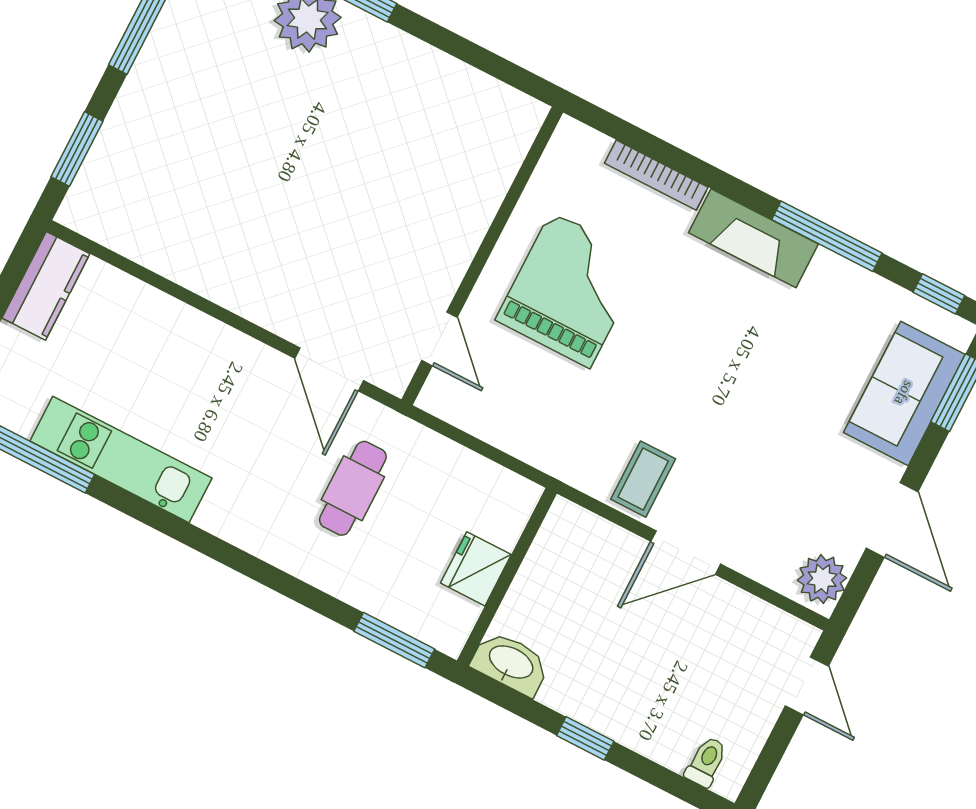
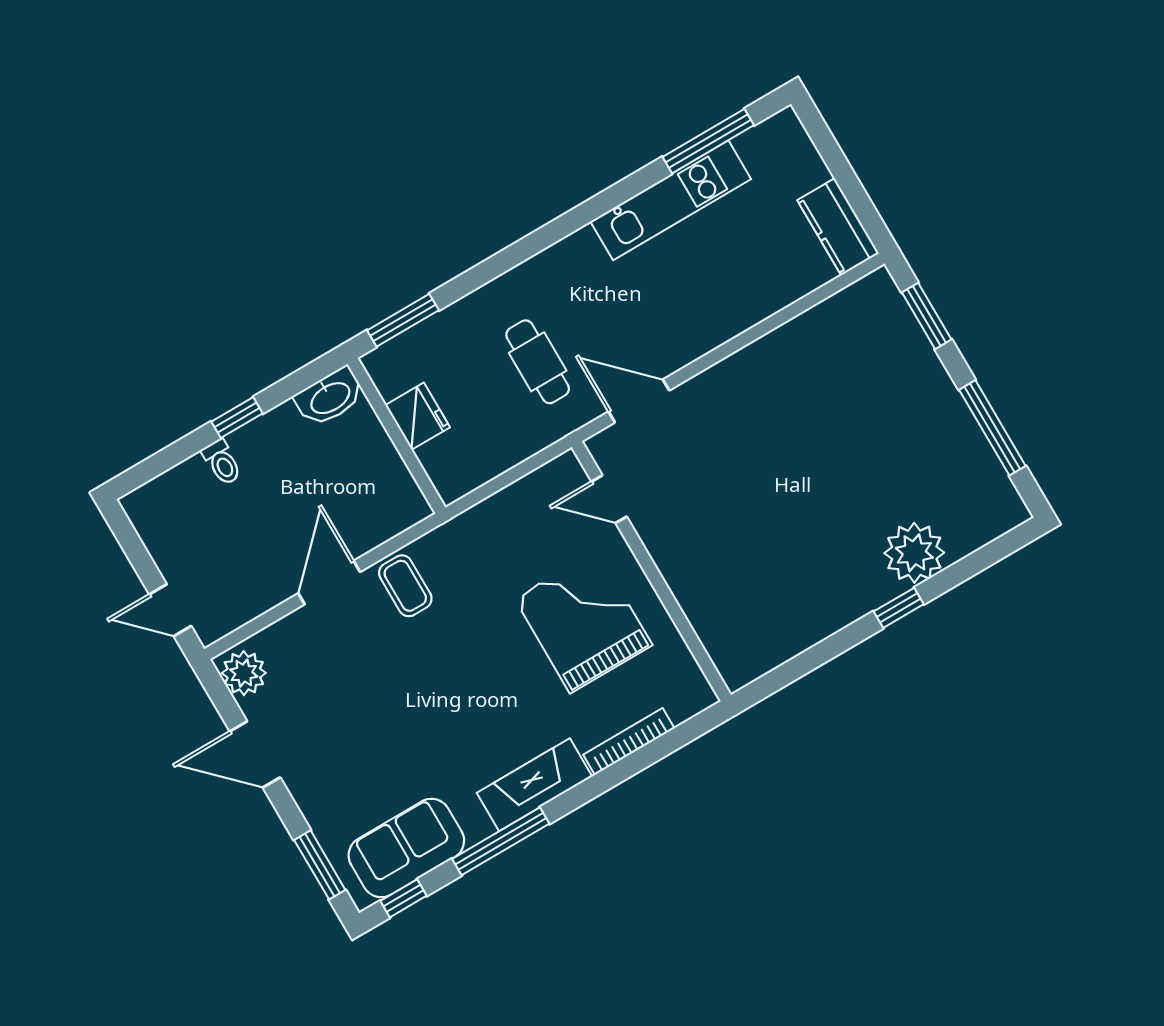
grand piano: (571, 290) -> (583, 622), turned 180
sofa: (904, 393) -> (406, 848), moved, turned -90
toilet: (706, 762) -> (222, 462), moved

